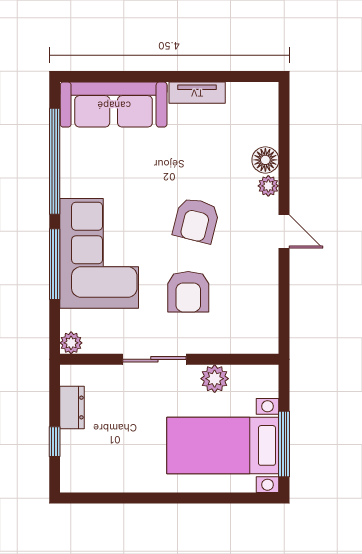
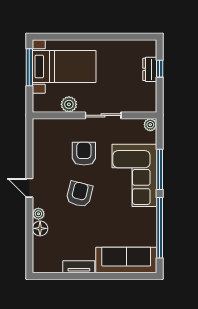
dresser: (72, 407) -> (150, 69), moved

